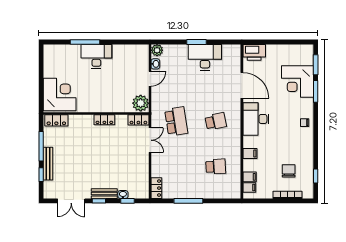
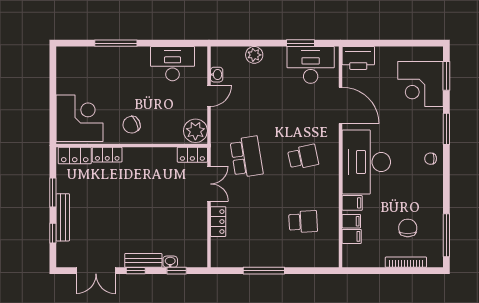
window: (196, 42) -> (301, 43), moved
plant: (157, 50) -> (254, 55), moved
desk: (96, 56) -> (172, 64), moved
desk: (205, 57) -> (311, 65), moved
corner desk: (298, 82) -> (420, 84), moved
window: (316, 91) -> (446, 129), moved
chair: (96, 99) -> (132, 125), added
desk: (256, 119) -> (366, 162), width x1.36, depth x1.30
locker: (104, 120) -> (107, 155), moved
window: (41, 146) -> (53, 193), width x0.69
window: (316, 176) -> (446, 235), width x2.17
filing cabinet: (249, 187) -> (351, 221), moved
locker: (156, 188) -> (218, 222), moved

